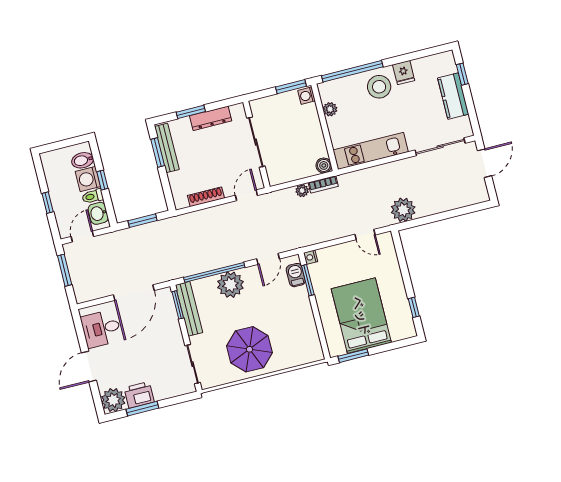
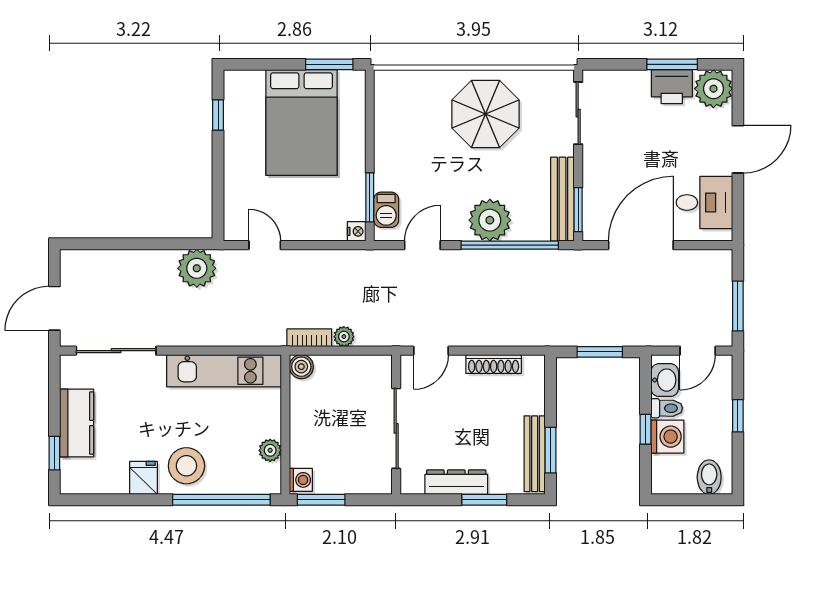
bidet: (83, 160) -> (709, 477), moved, turned -90

